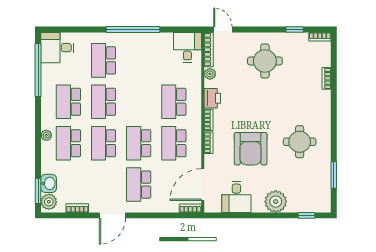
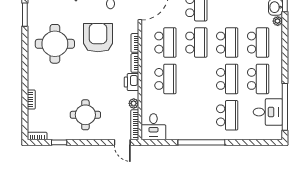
desk: (57, 48) -> (268, 112), moved
plant: (46, 135) -> (278, 21), moved
round table: (300, 142) -> (55, 44), width x1.36, depth x1.36

